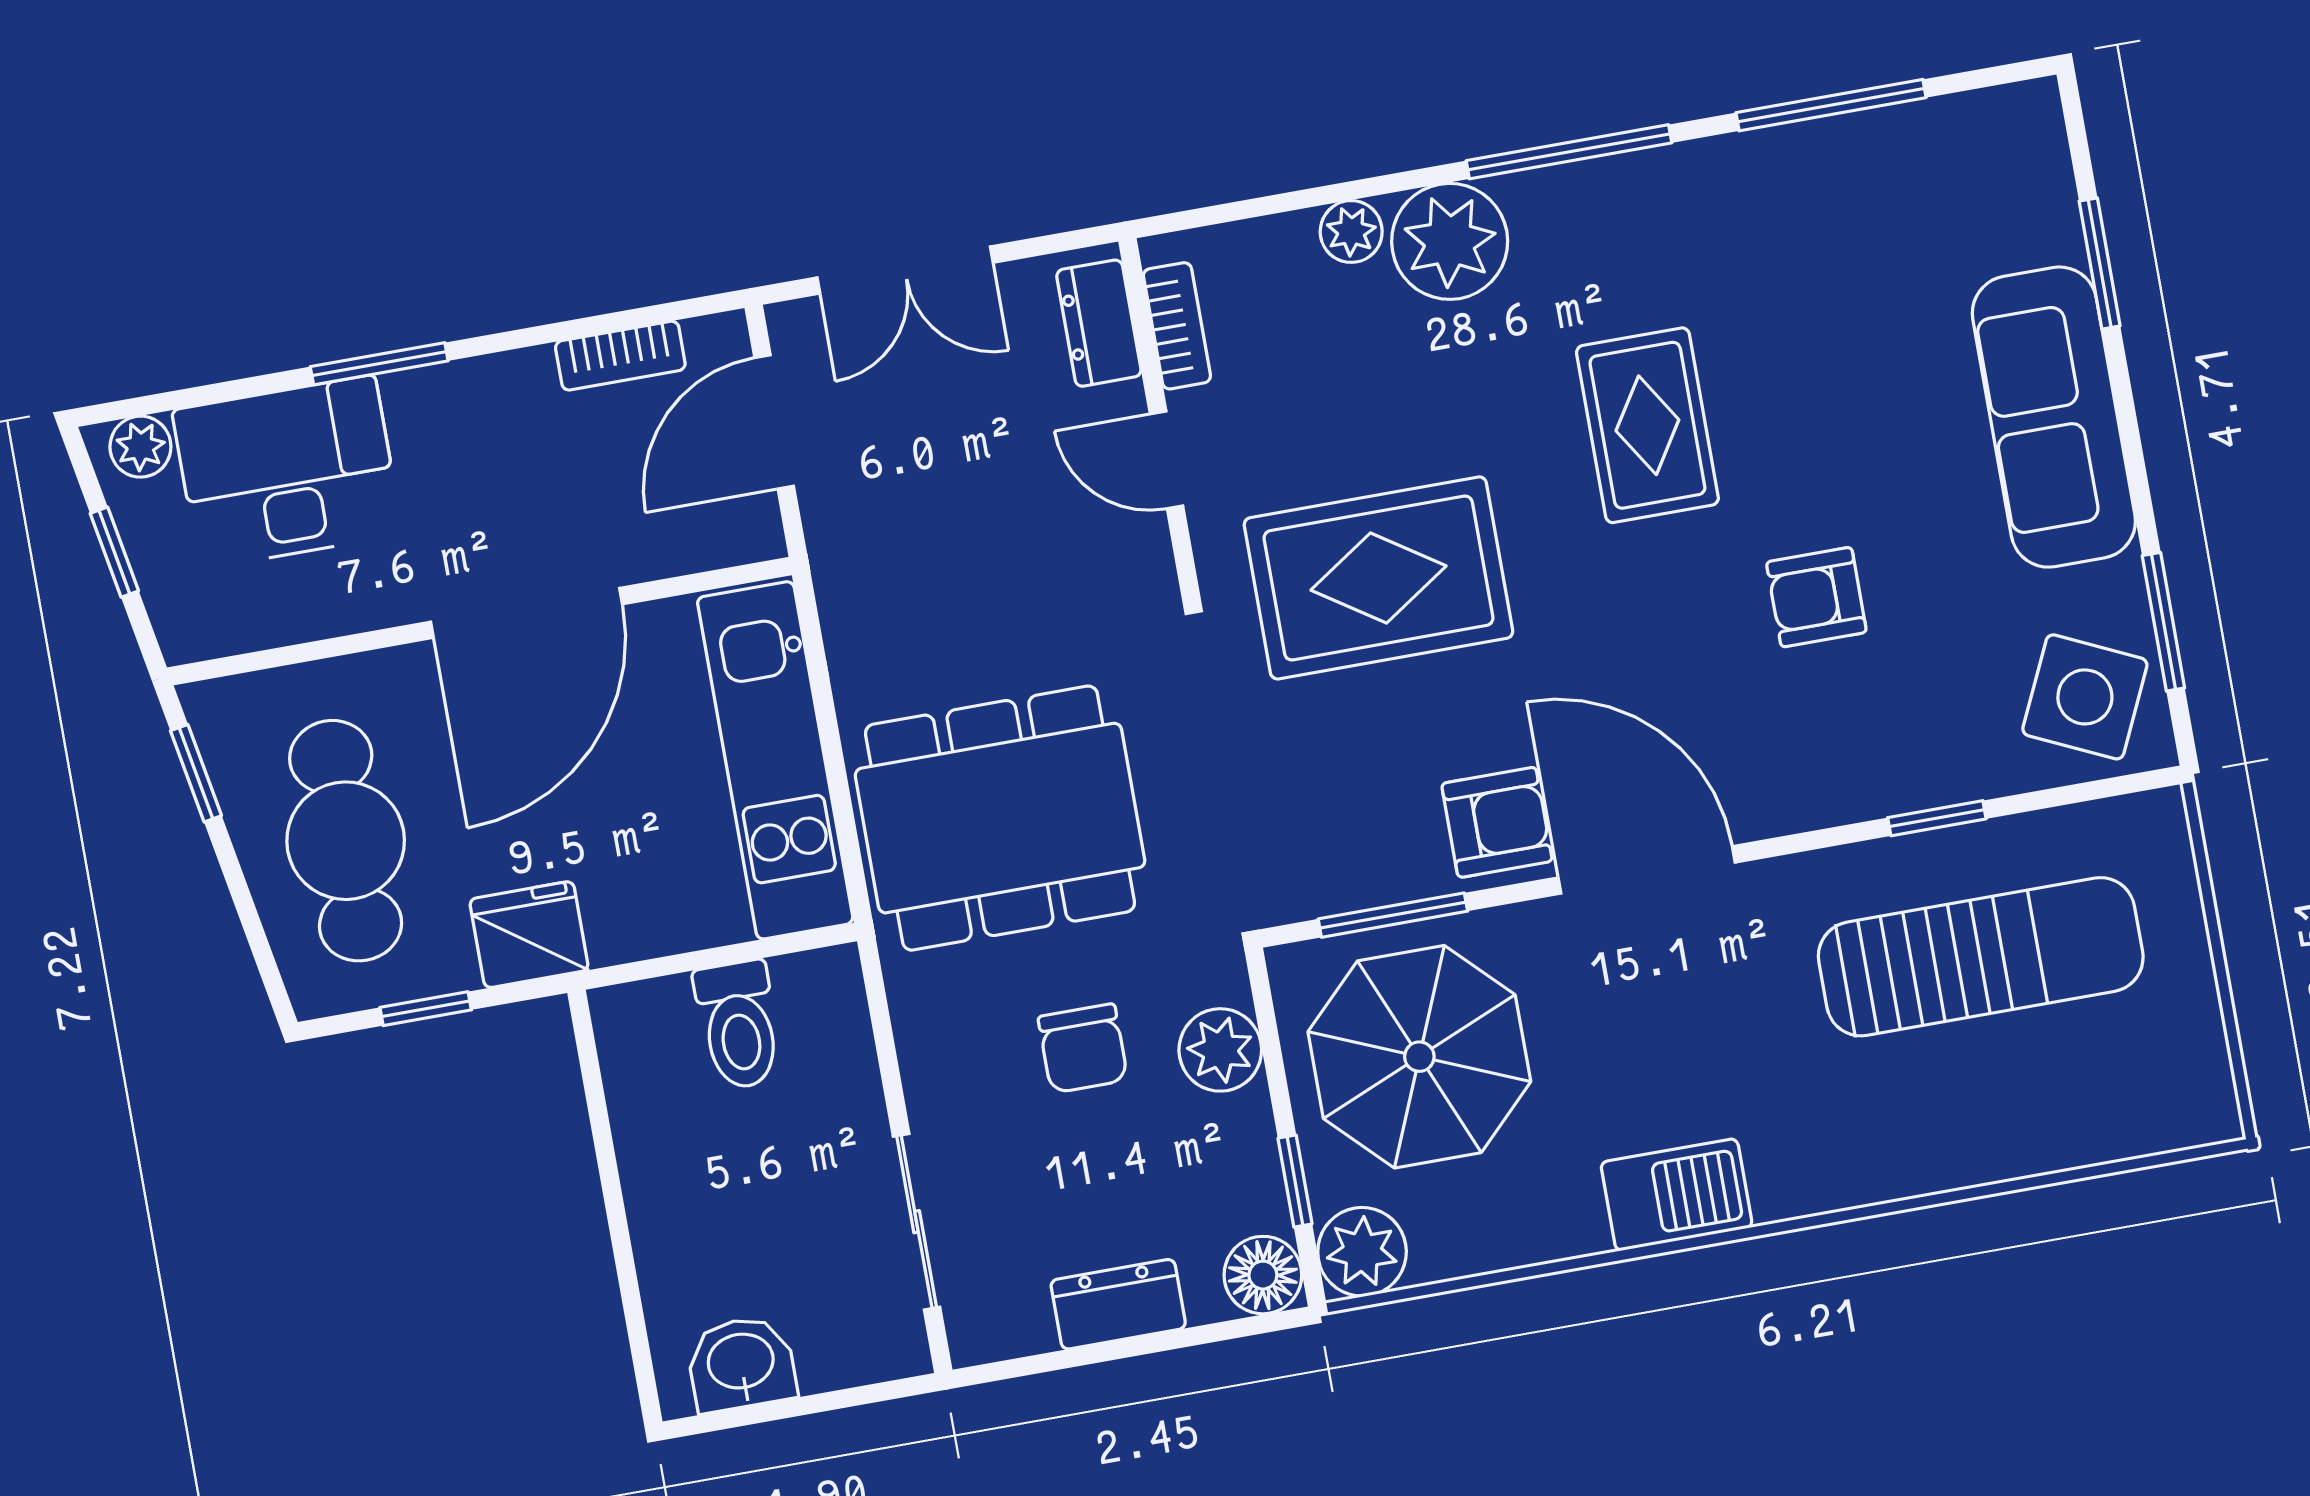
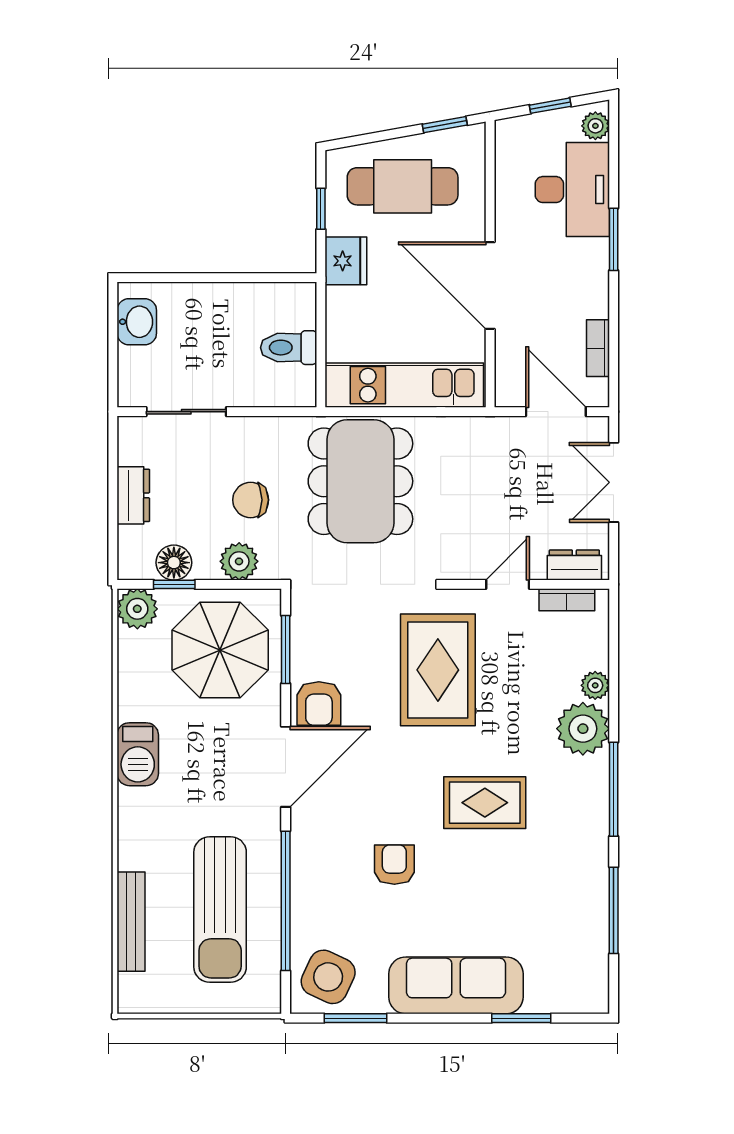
window: (1937, 818) -> (286, 901), width x3.17
bench: (2041, 1145) -> (131, 922), added
floor lamp: (1263, 1275) -> (174, 563), moved

